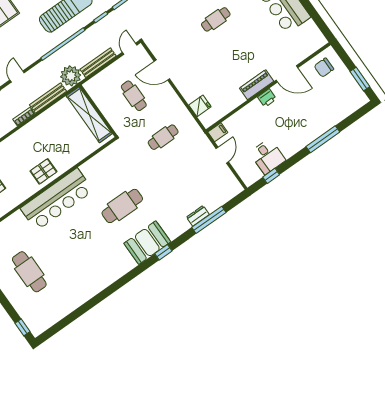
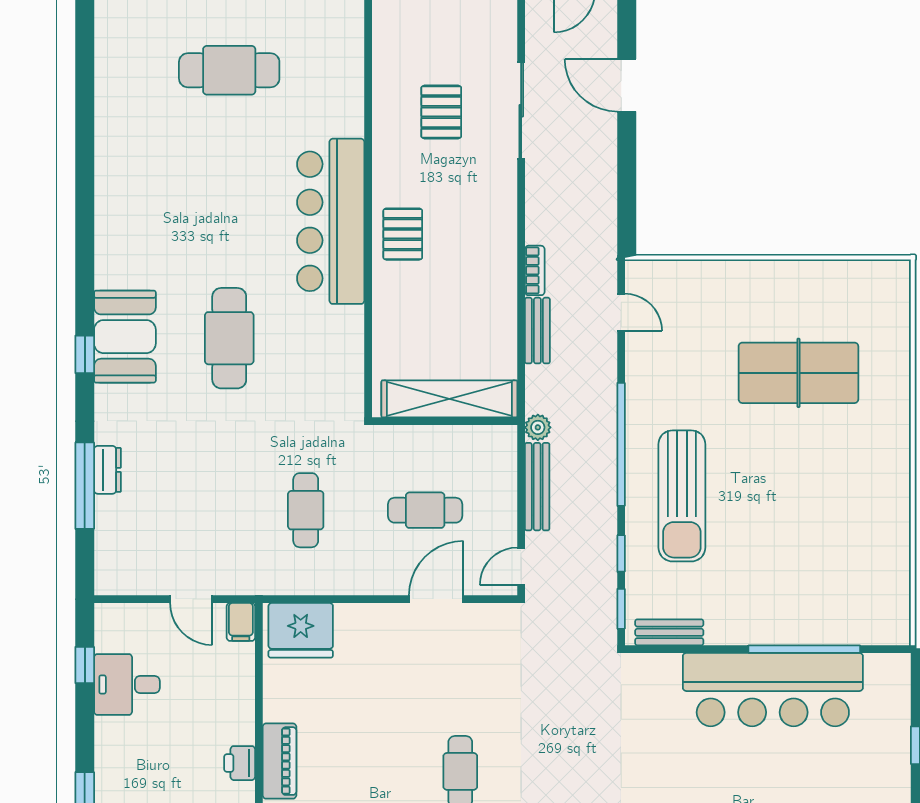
door: (130, 49) -> (521, 566), swing flipped
plant: (71, 76) -> (538, 427), width x0.53, depth x0.53
bench: (48, 98) -> (537, 331), width x0.73
fridge: (200, 106) -> (301, 630), width x1.88, depth x1.34

